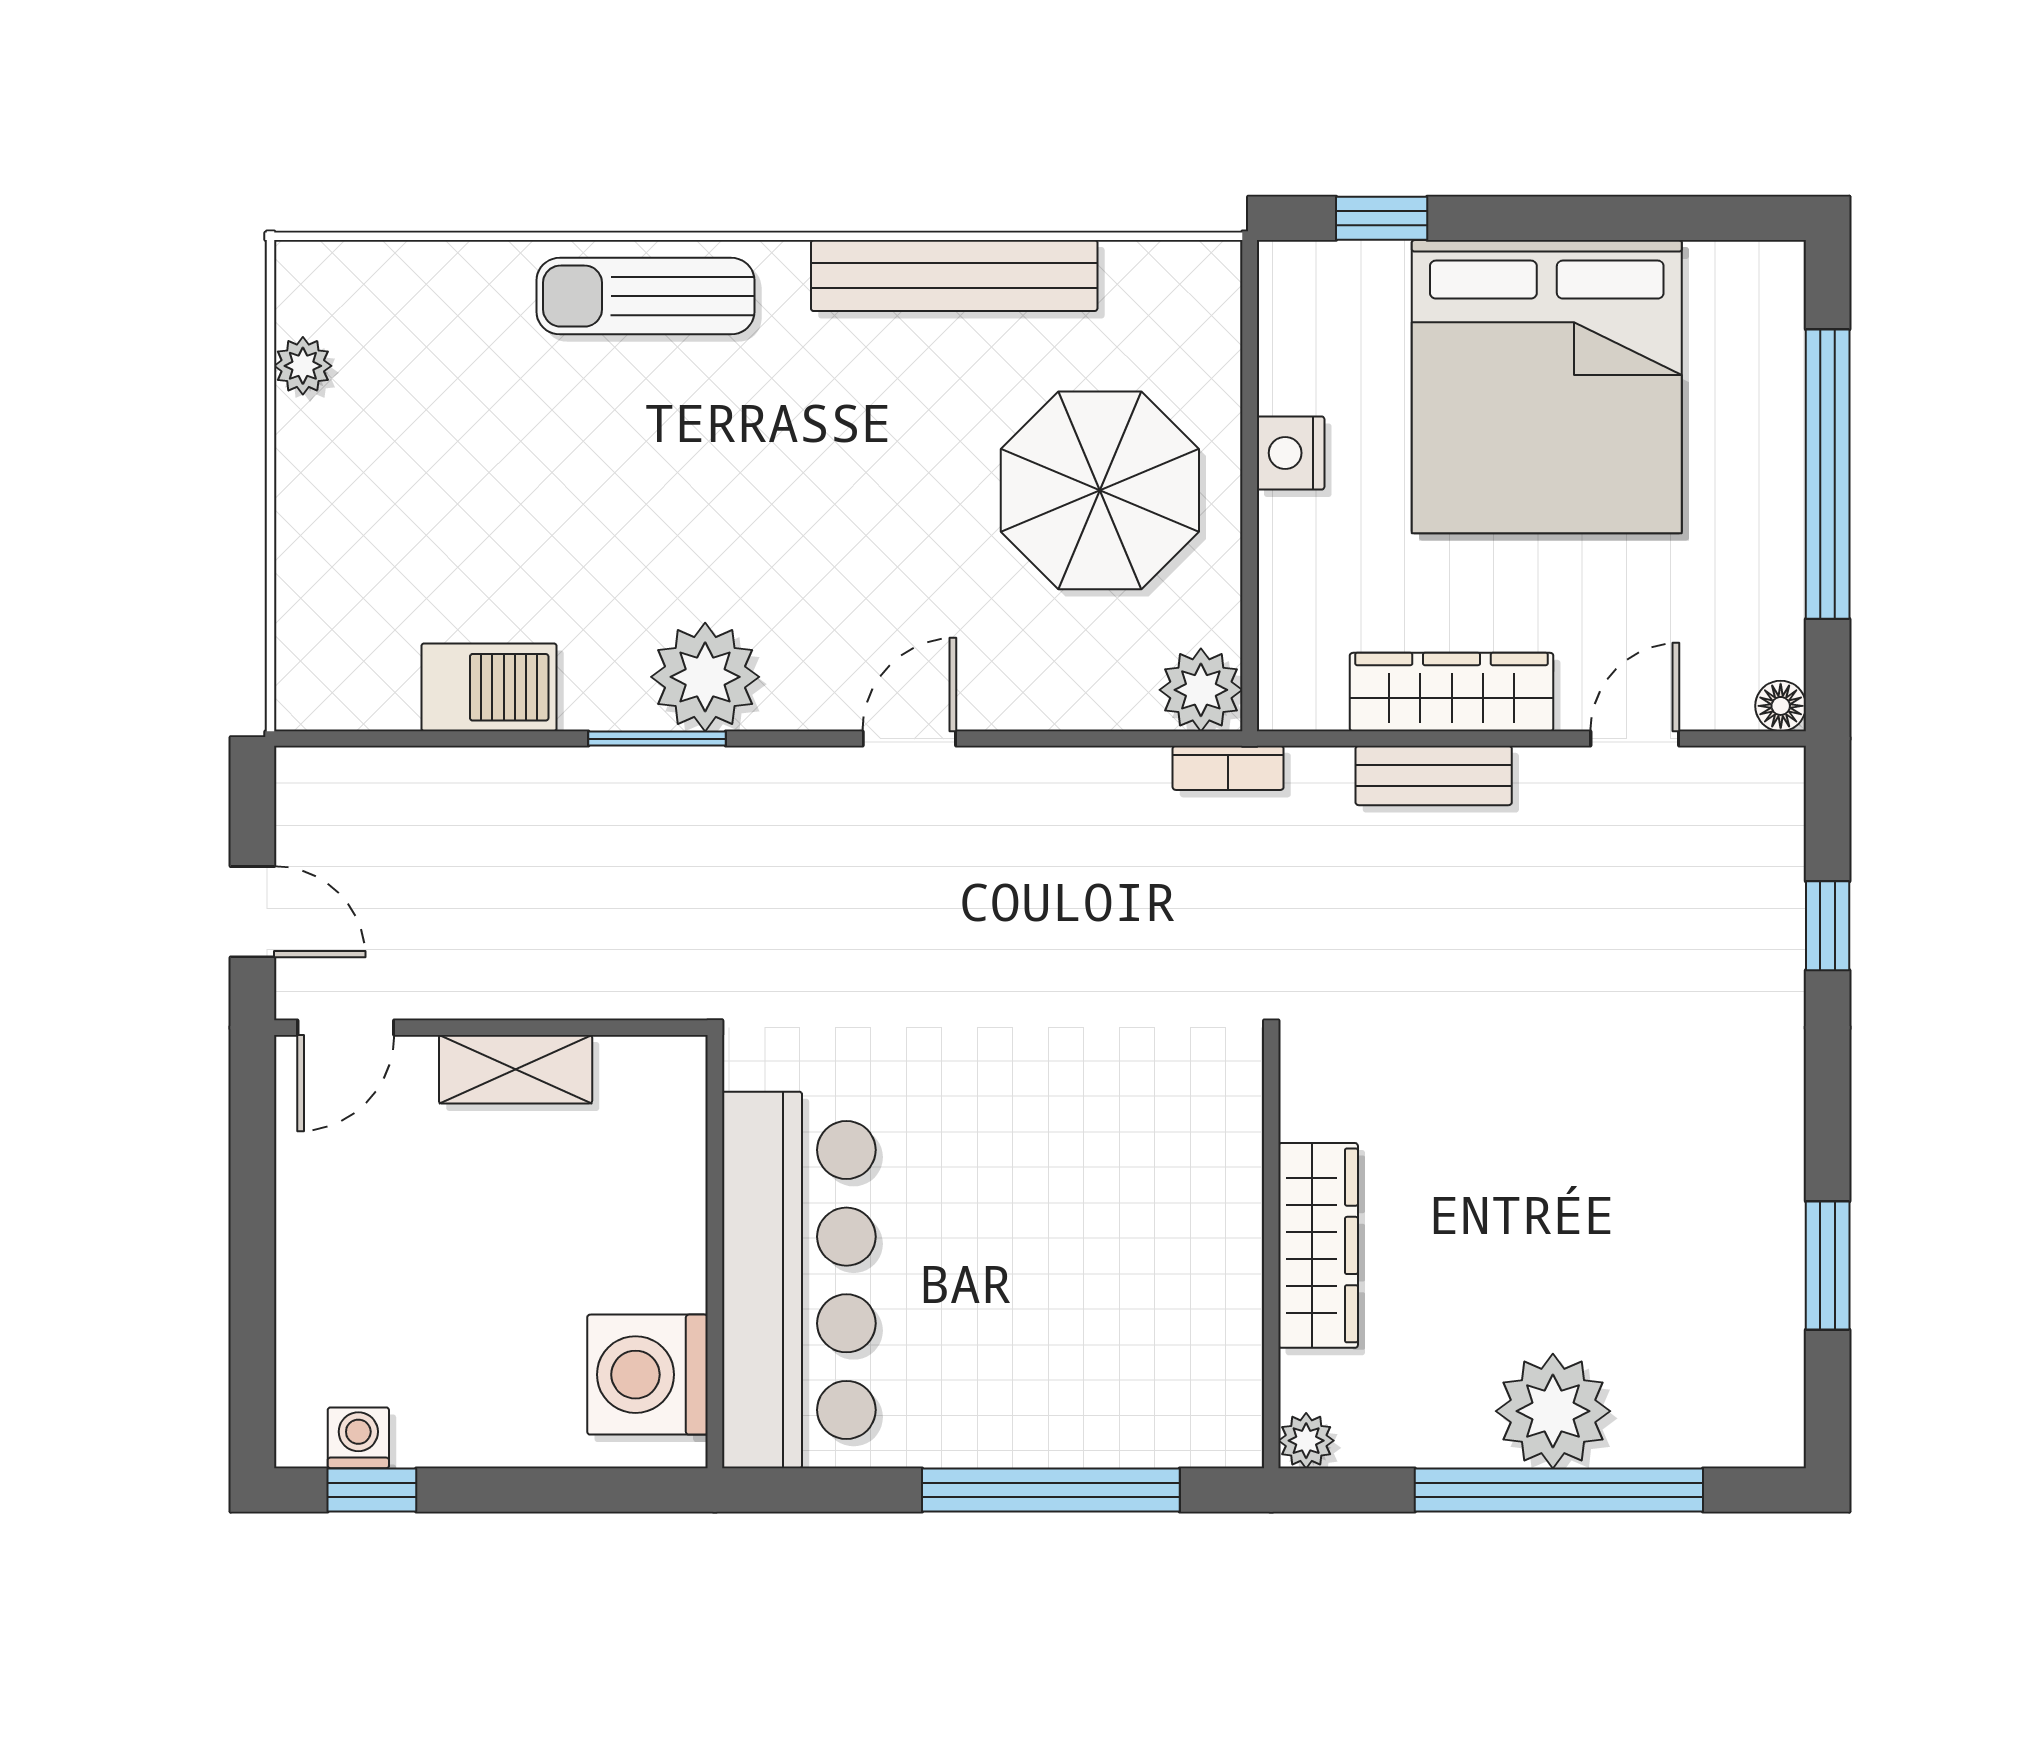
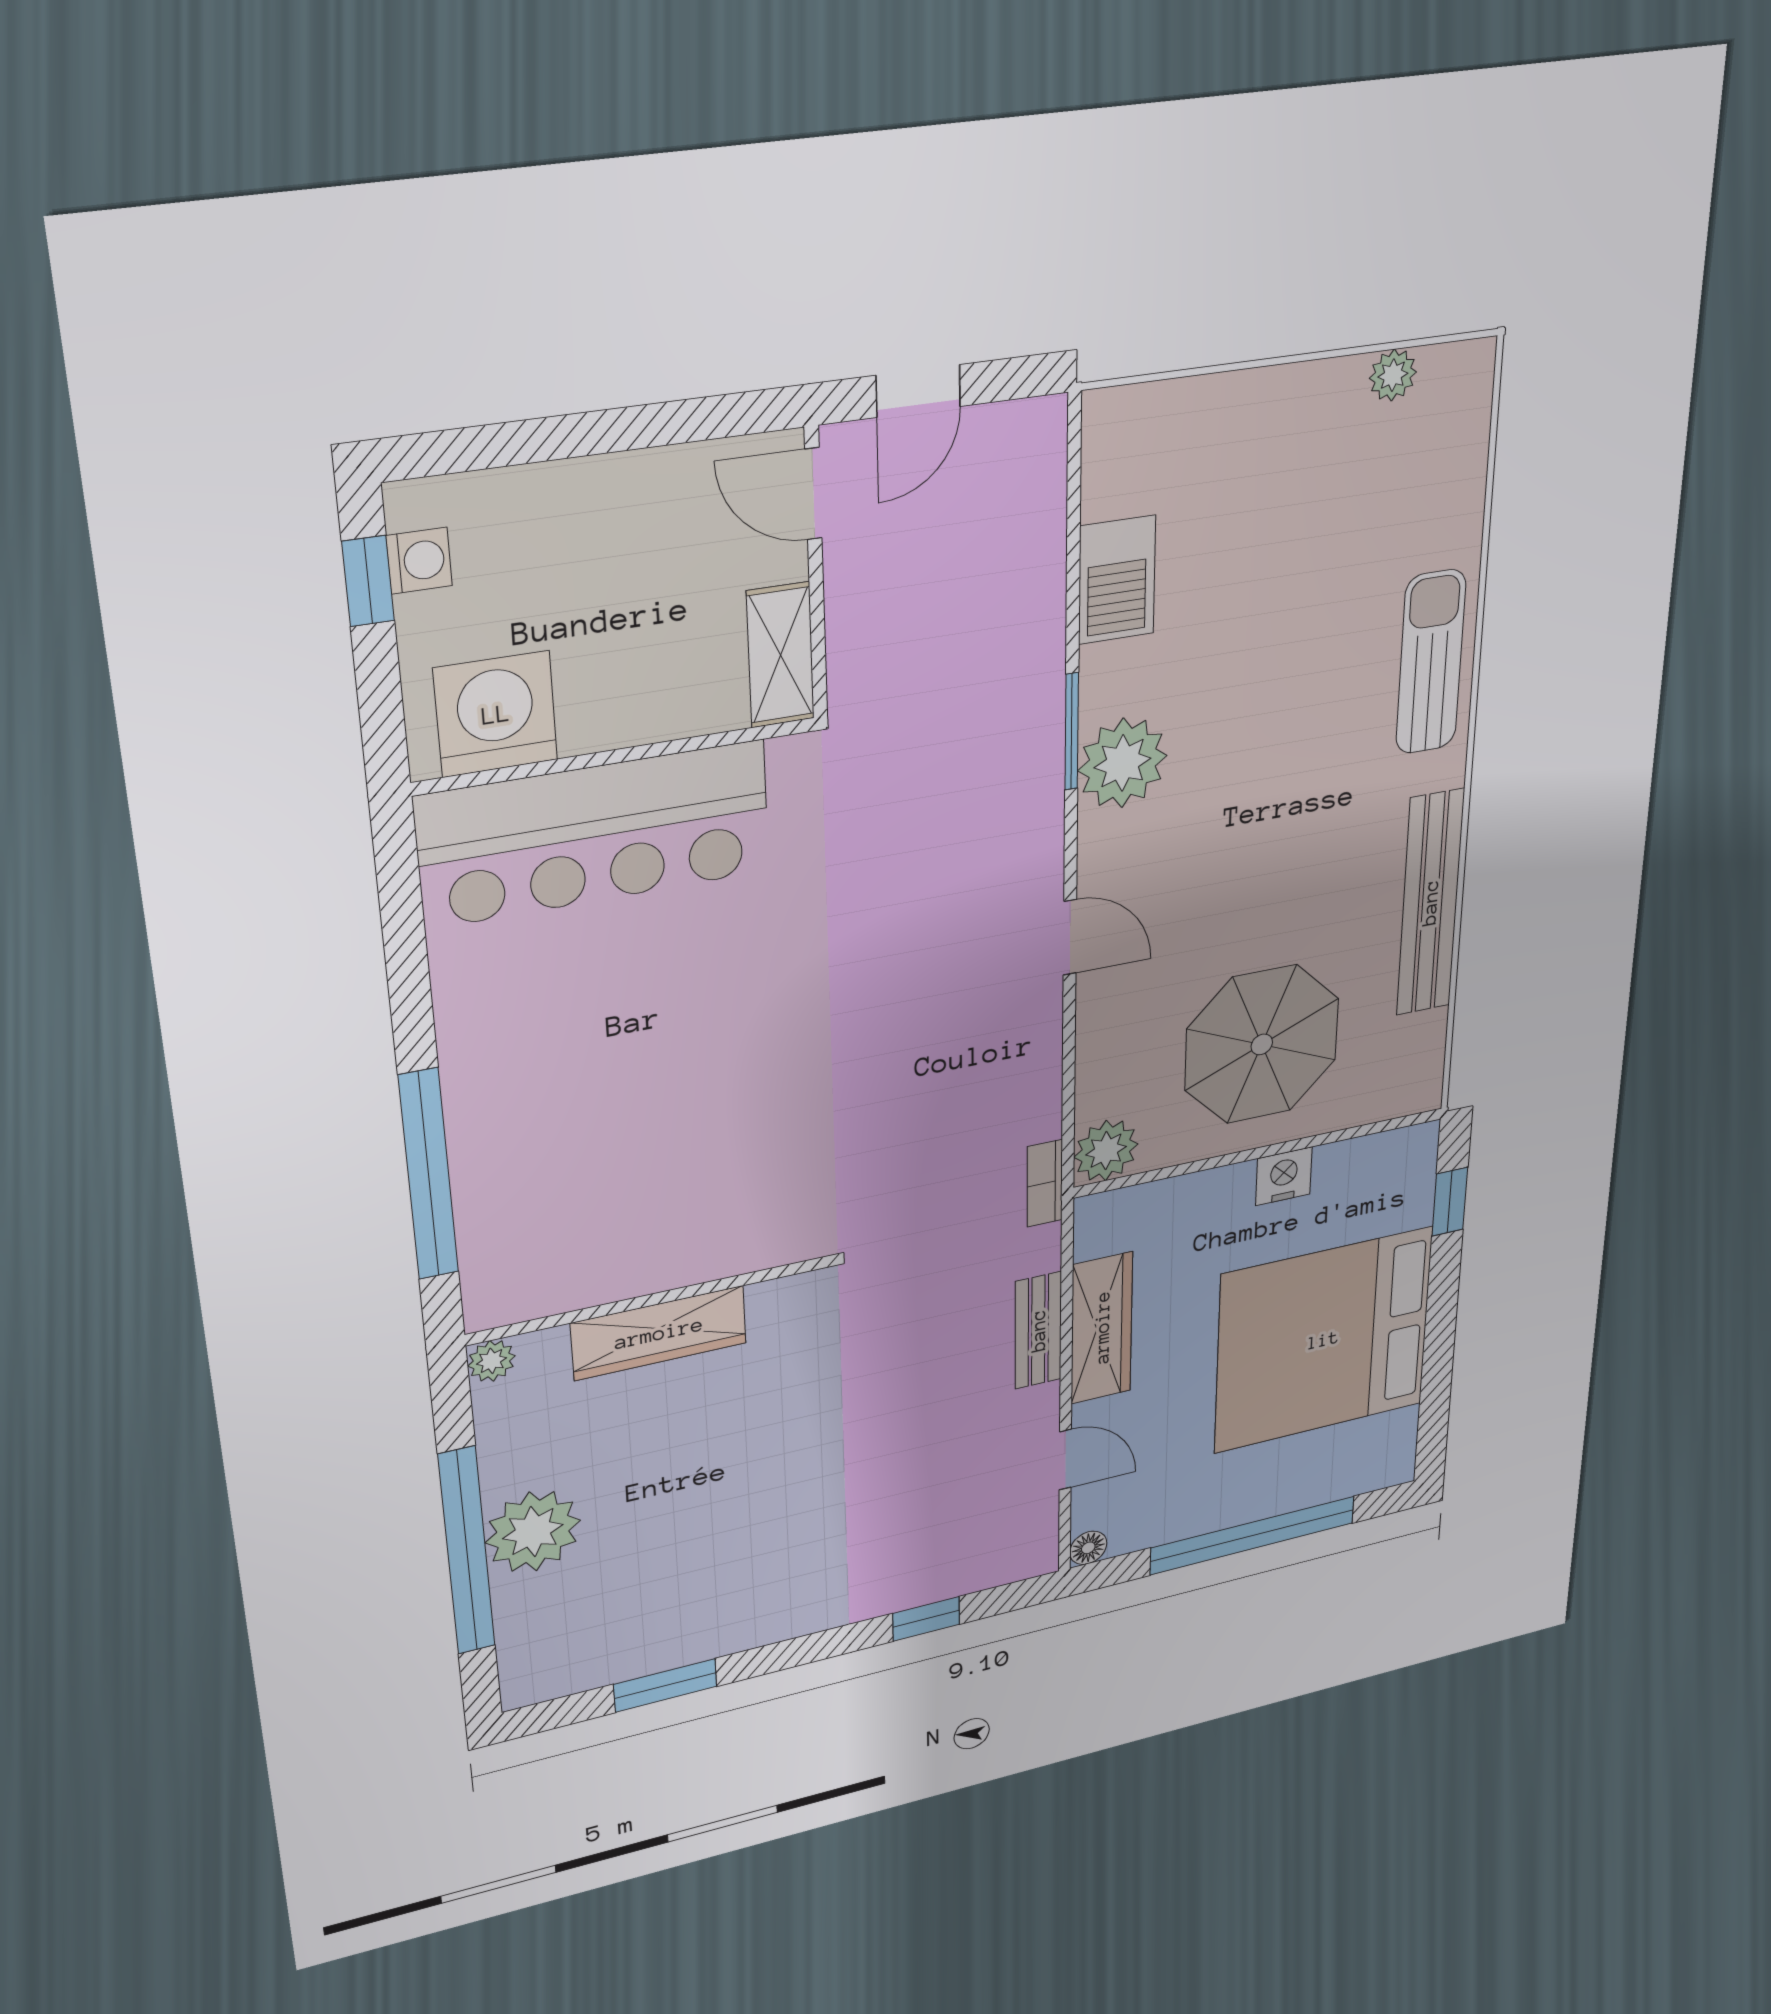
wall: (715, 1252) -> (616, 756), moved
bar counter: (799, 1280) -> (595, 834), moved
washing machine: (648, 1375) -> (496, 714), moved

